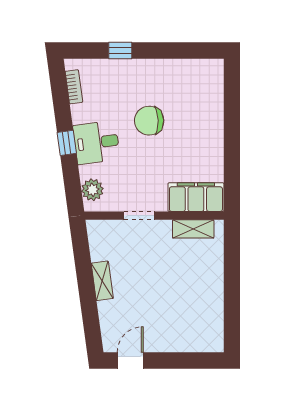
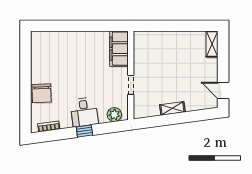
window: (120, 51) -> (26, 97), removed
chair: (149, 121) -> (42, 93), moved
shelving: (193, 229) -> (212, 44), moved

